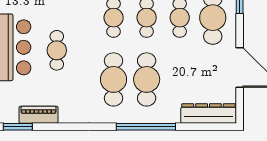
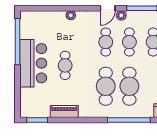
piano: (39, 115) -> (64, 111), moved

